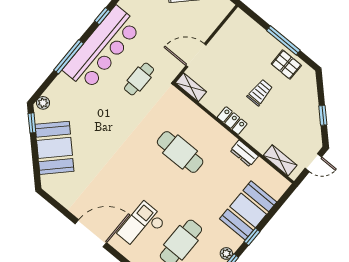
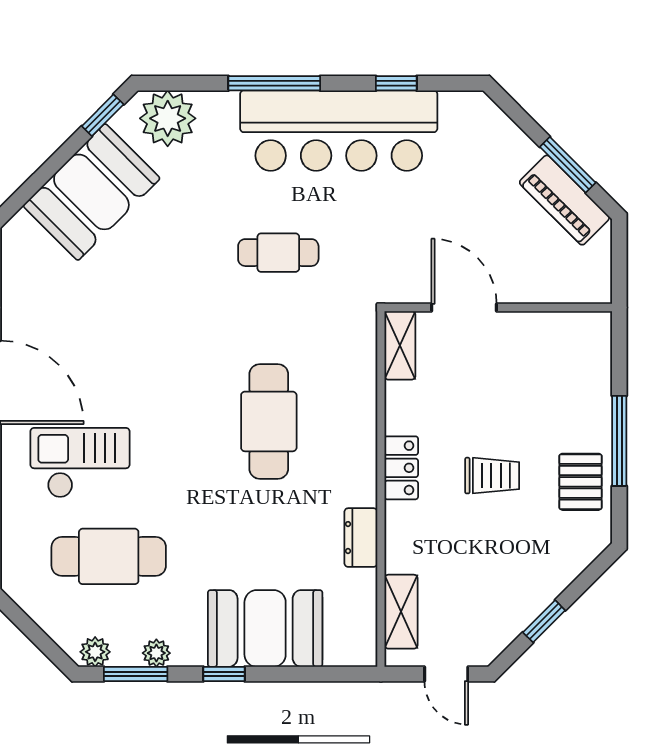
cafe table: (139, 79) -> (278, 253), moved
plant: (43, 103) -> (168, 118), width x1.88, depth x1.88

